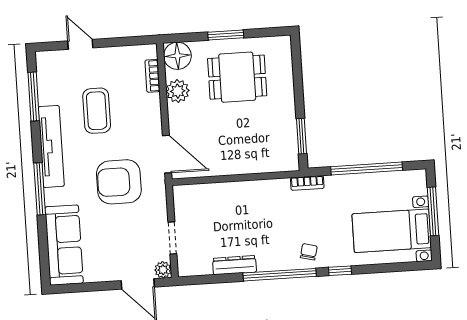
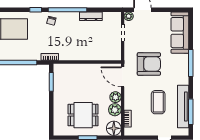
plant: (178, 115) -> (115, 97), added
tv unit: (51, 146) -> (183, 106), moved

